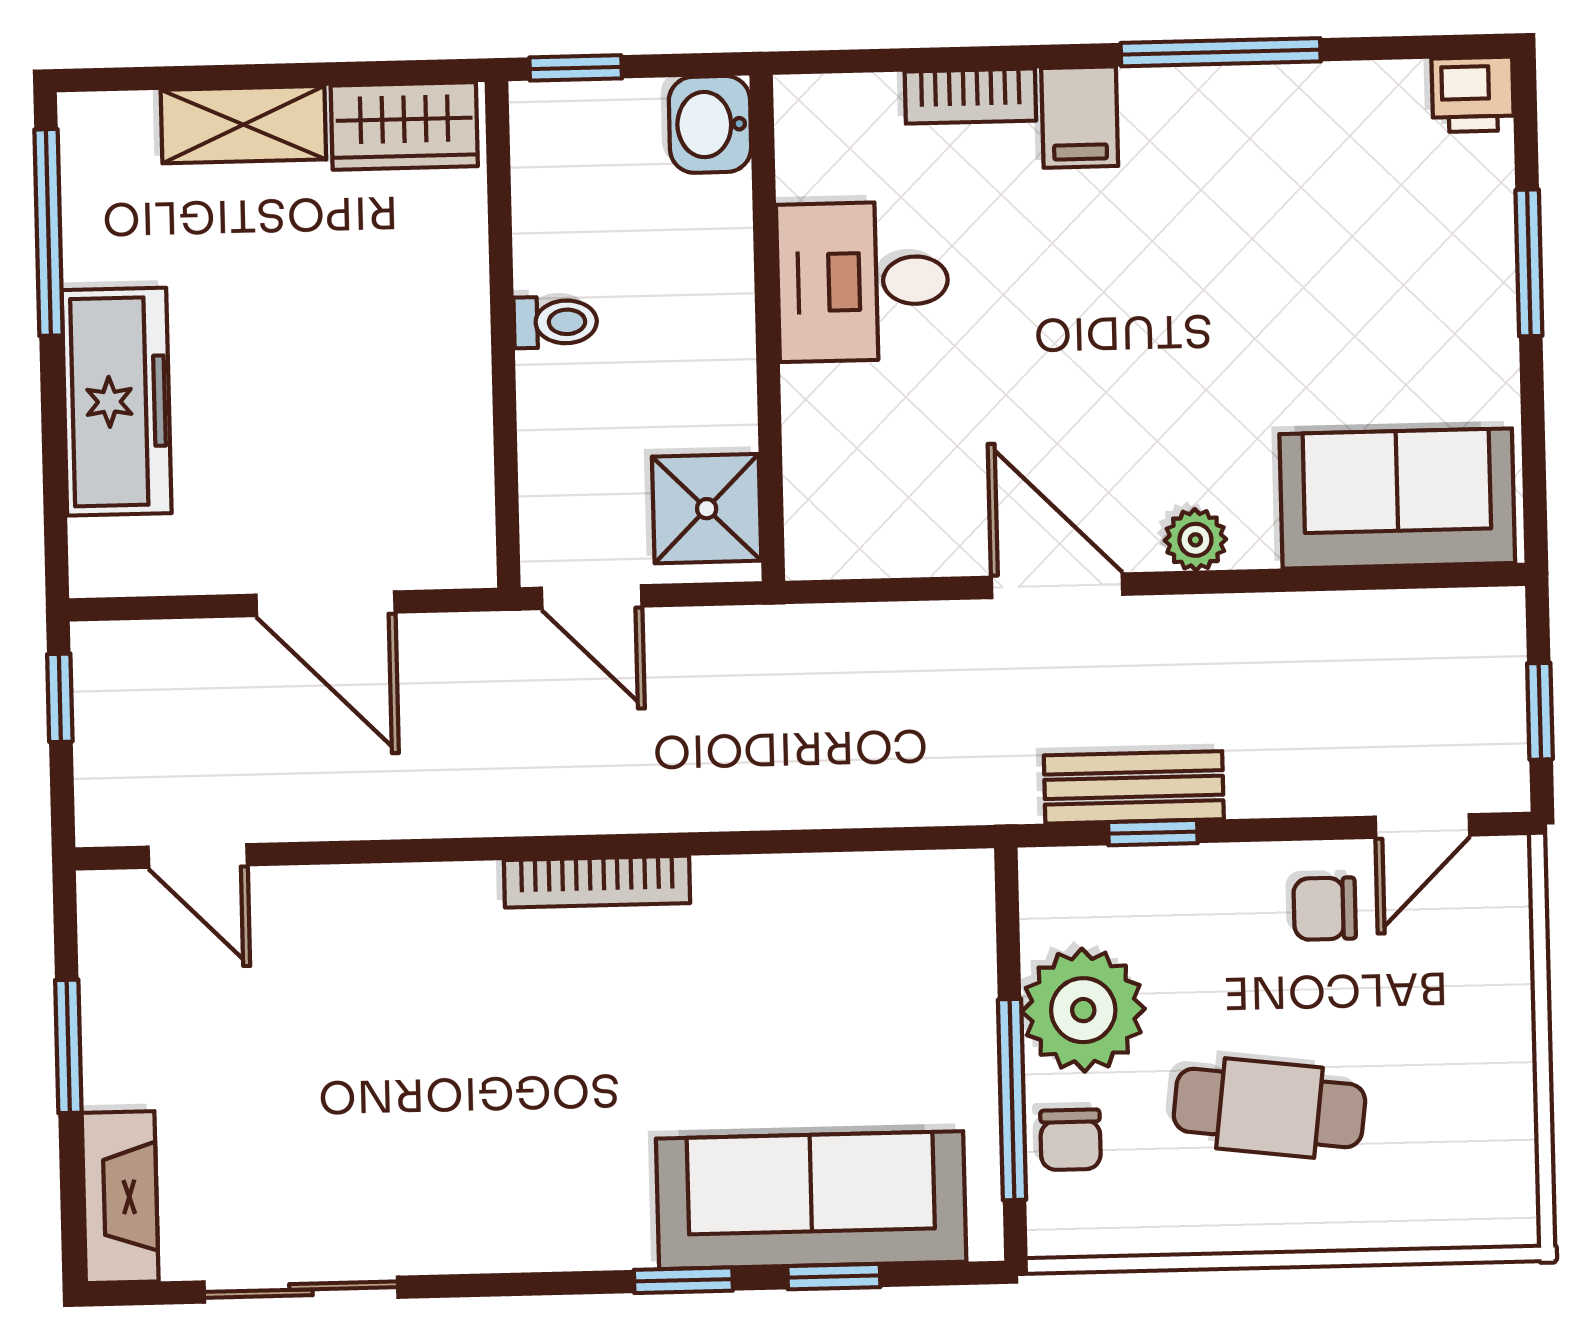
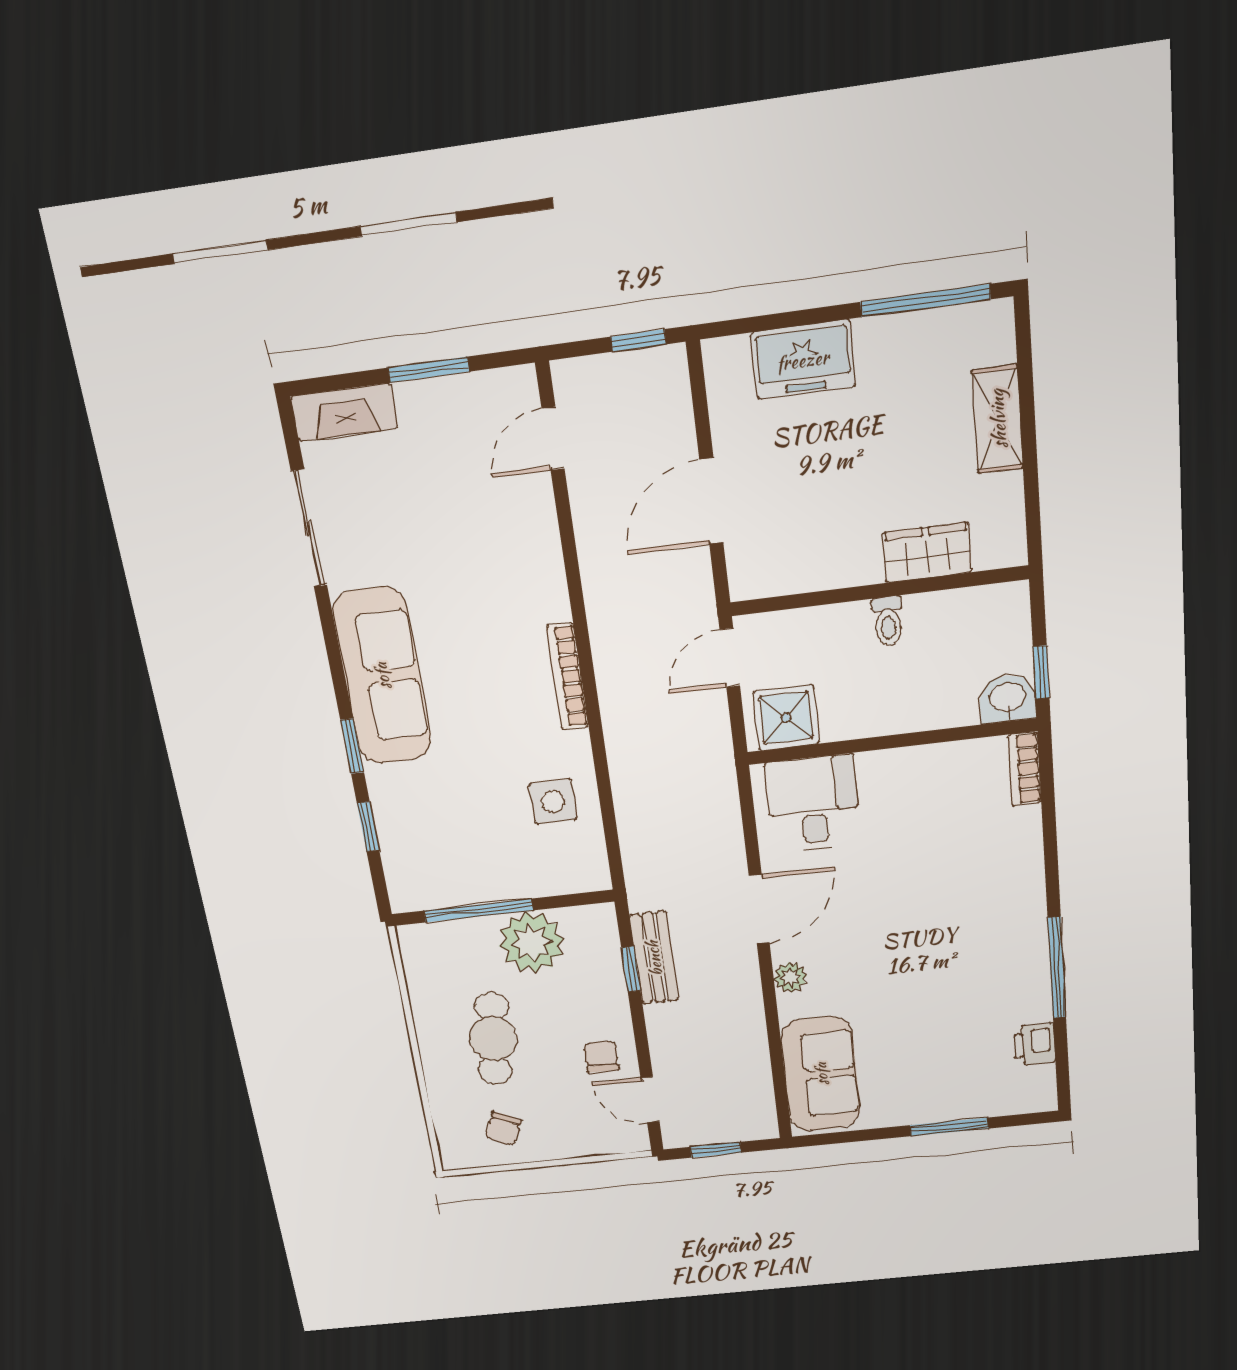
window: (576, 68) -> (1041, 672), moved
printer: (1473, 94) -> (1035, 1044), moved
bookcase: (970, 96) -> (1025, 769), moved
filing cabinet: (1080, 117) -> (1019, 899), removed
wardrobe: (404, 126) -> (927, 553), moved, turned 90
desk: (863, 281) -> (813, 804), moved
freezer: (117, 402) -> (803, 360), width x0.71
side table: (819, 936) -> (553, 802), added
chair: (1071, 1140) -> (503, 1129), moved, turned -65
sofa: (811, 1200) -> (382, 676), moved

